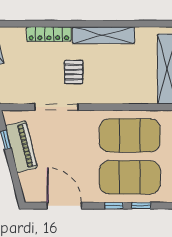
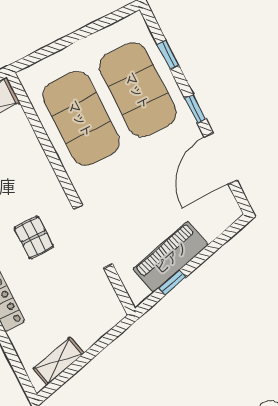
pallet: (74, 72) -> (34, 237), turned 90
window: (114, 206) -> (195, 109), moved

